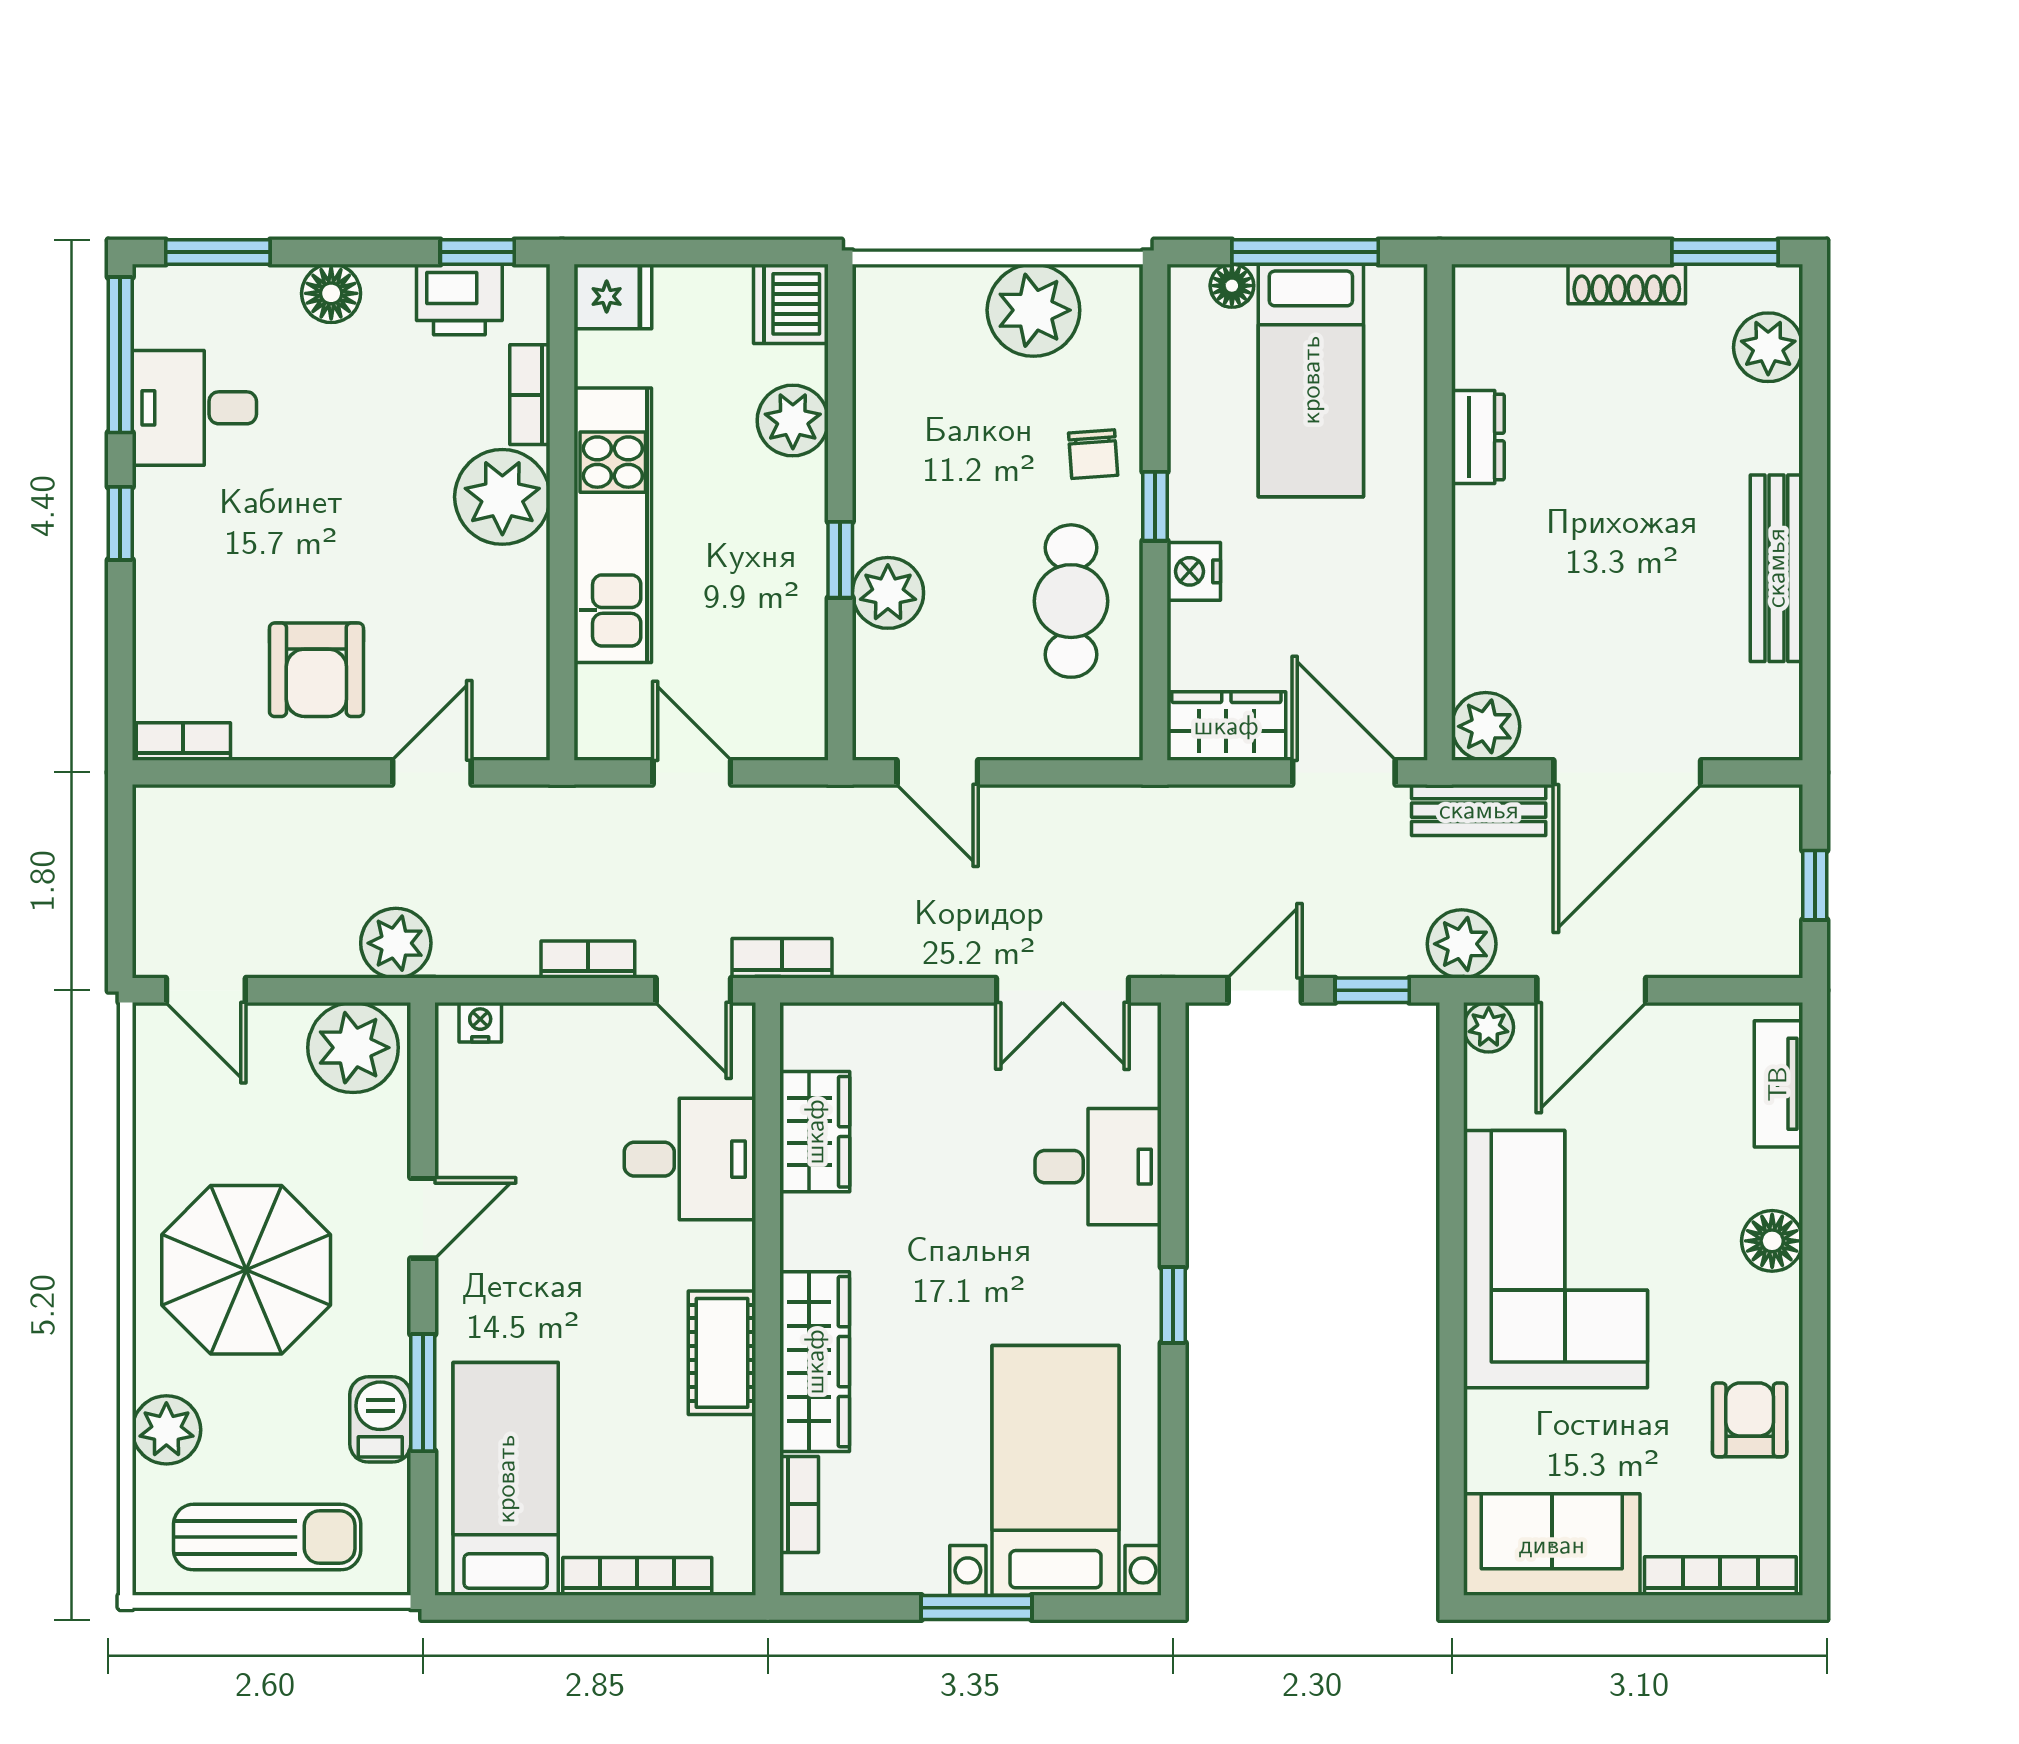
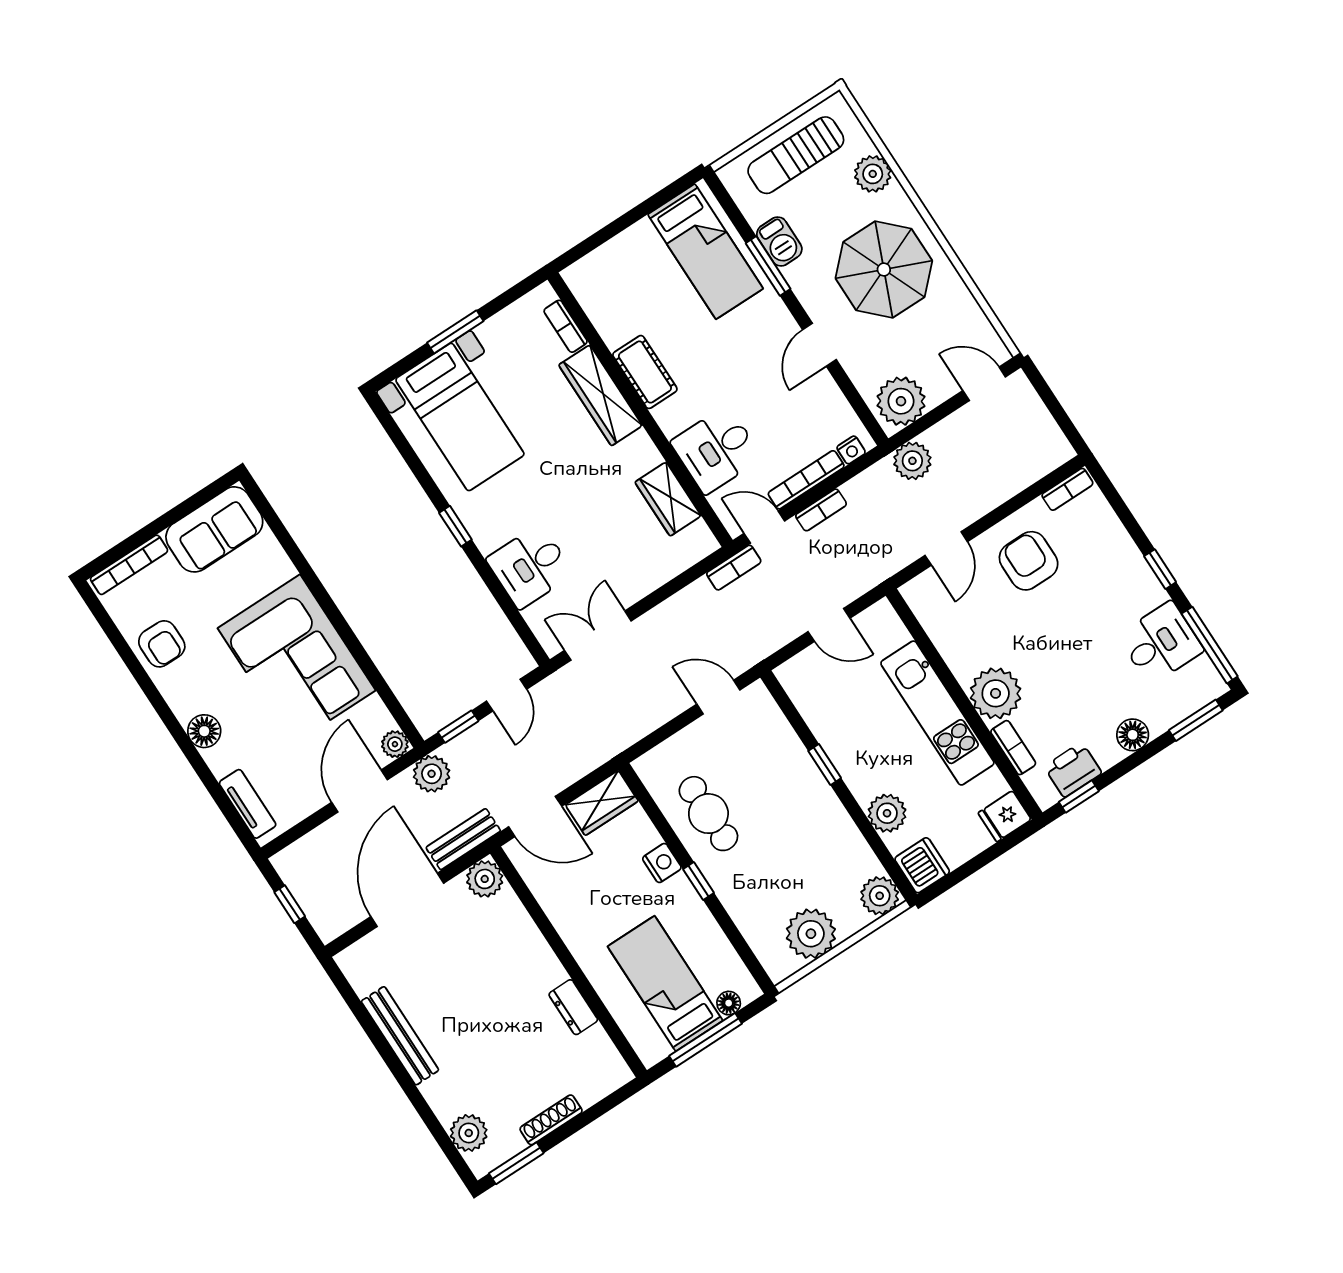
chair: (1093, 454) -> (742, 886), removed
plant: (888, 593) -> (880, 896), moved
bookcase: (637, 1576) -> (806, 480), moved, turned 180

